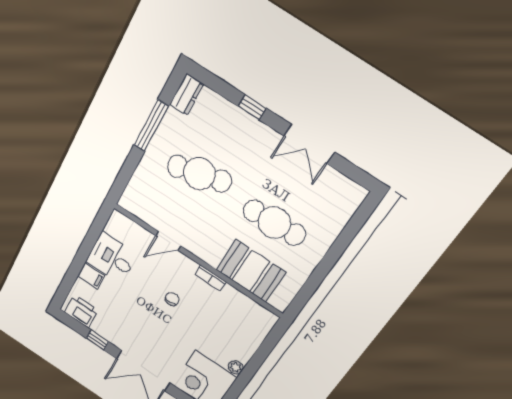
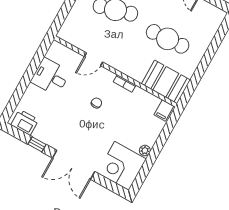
booth: (251, 271) -> (166, 82), moved
filing cabinet: (91, 276) -> (164, 110), moved, turned 90

